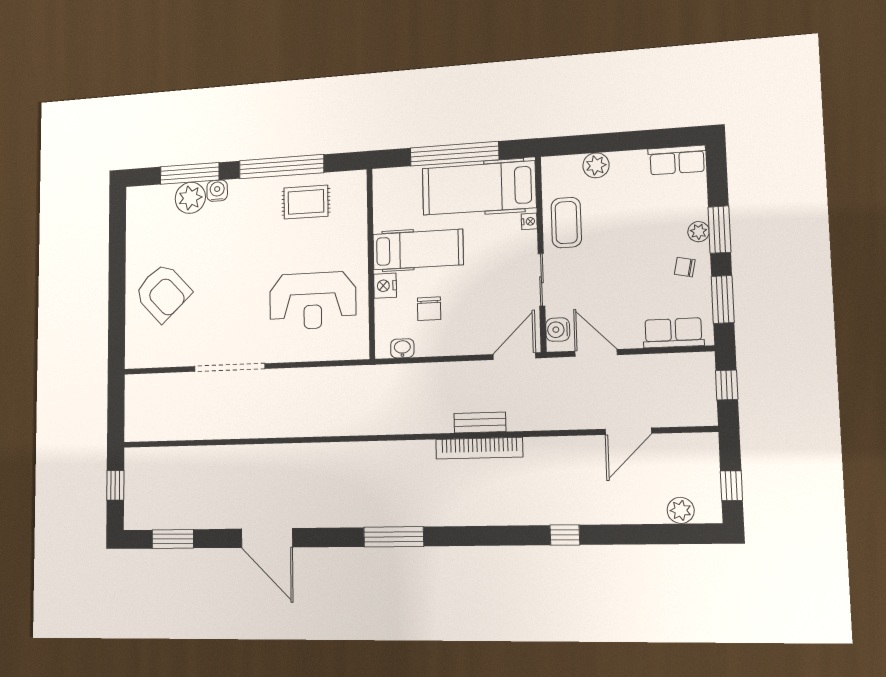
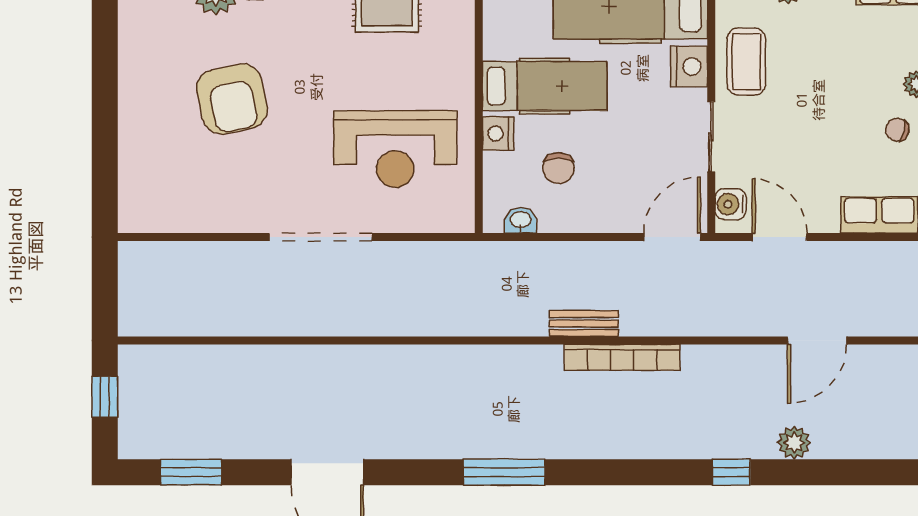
nightstand: (529, 221) -> (689, 67), width x1.89, depth x1.79
armchair: (163, 293) -> (232, 99), moved, turned 31
doorway: (229, 368) -> (321, 237), moved
bench: (480, 422) -> (584, 323), moved
plant: (681, 510) -> (794, 443), moved

